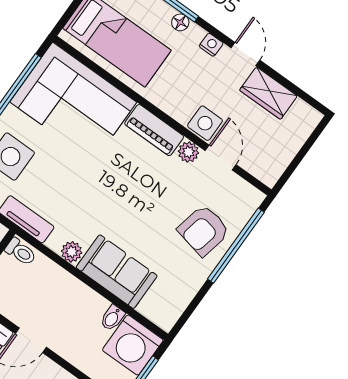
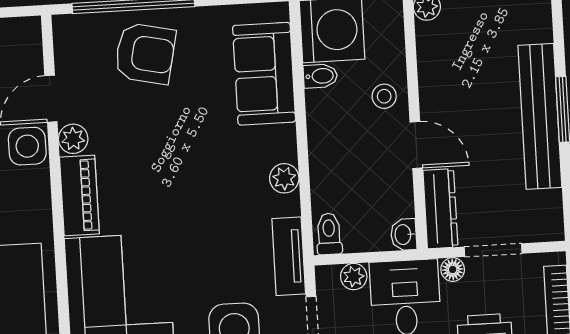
sofa: (117, 272) -> (264, 74), moved
stool: (72, 344) -> (384, 96), added

